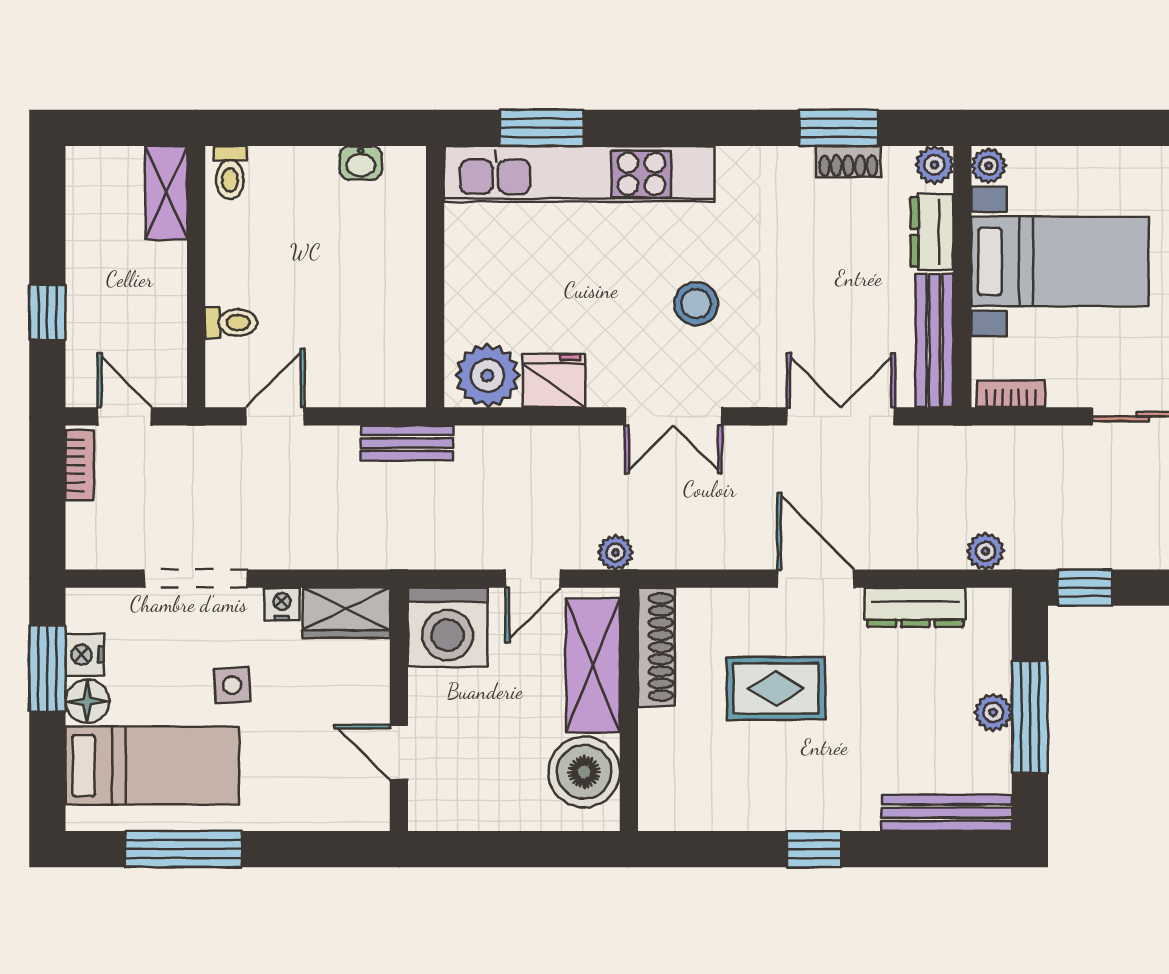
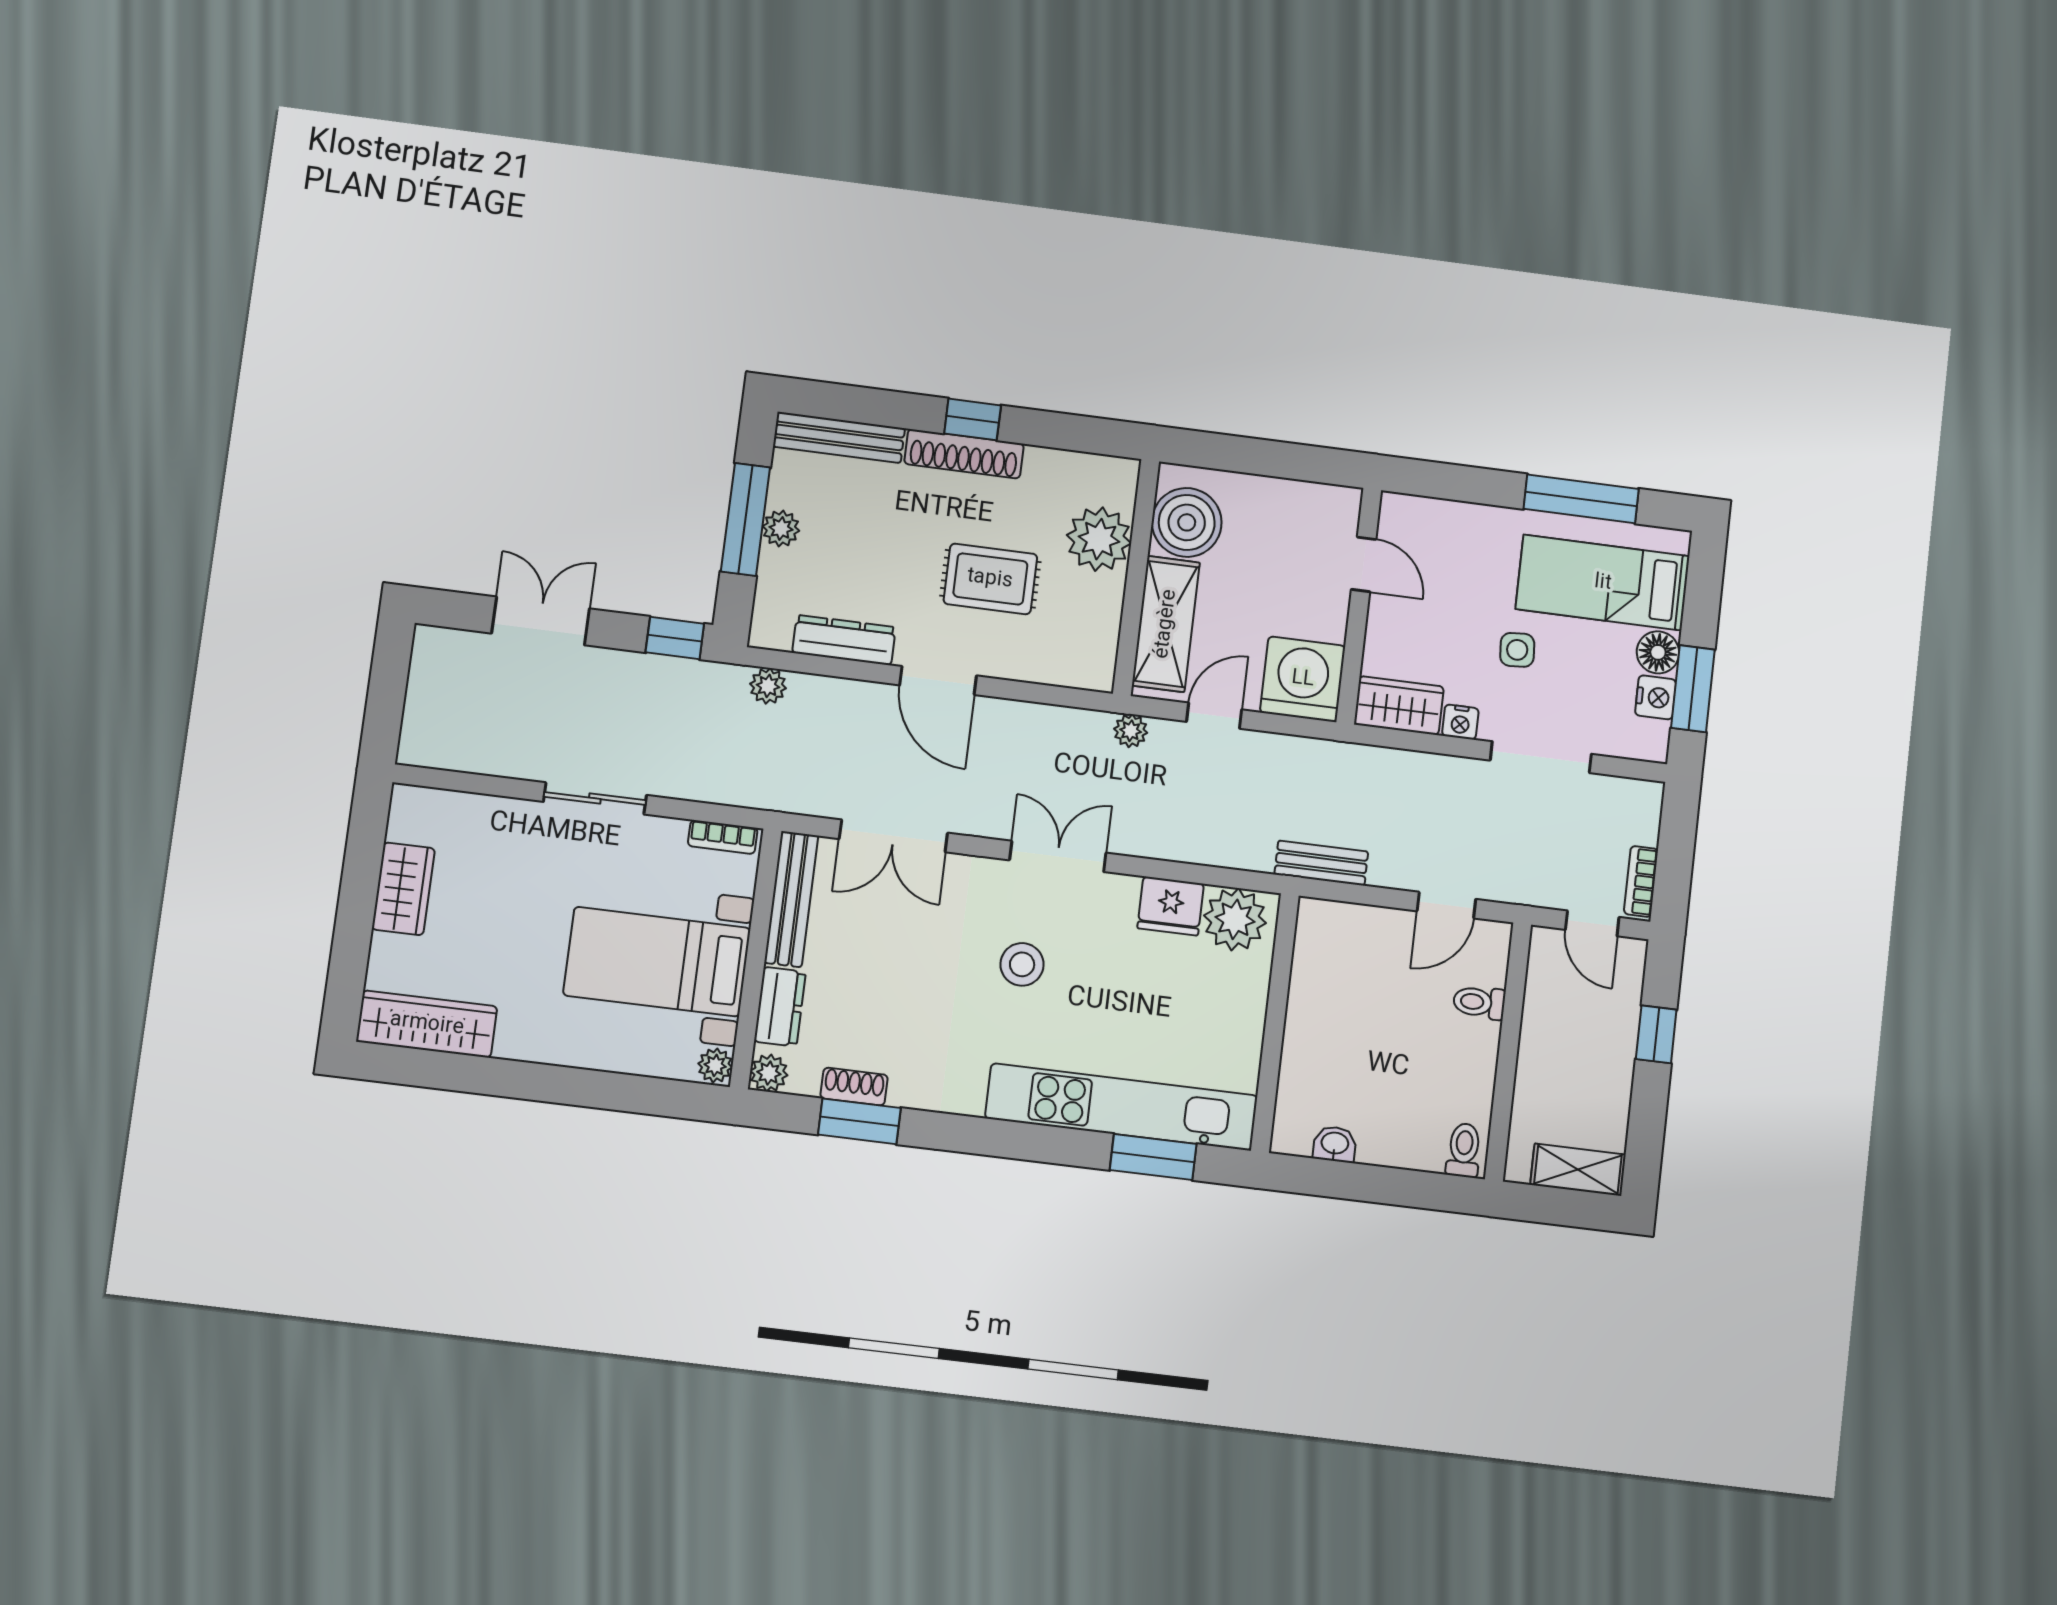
shelving: (166, 193) -> (1578, 1170), moved, turned 90
shoe rack: (656, 647) -> (964, 454), moved, turned -90
plant: (671, 743) -> (1099, 539), added

